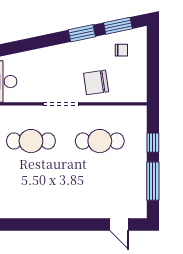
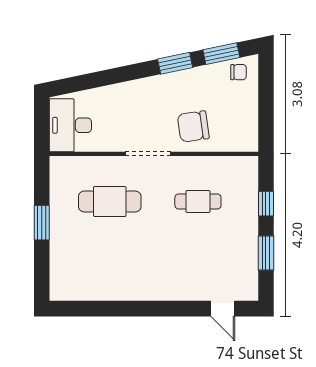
chair: (121, 50) -> (239, 72), moved
cafe table: (100, 141) -> (198, 201), width x0.73, depth x0.74
window: (153, 181) -> (266, 253), width x0.69

